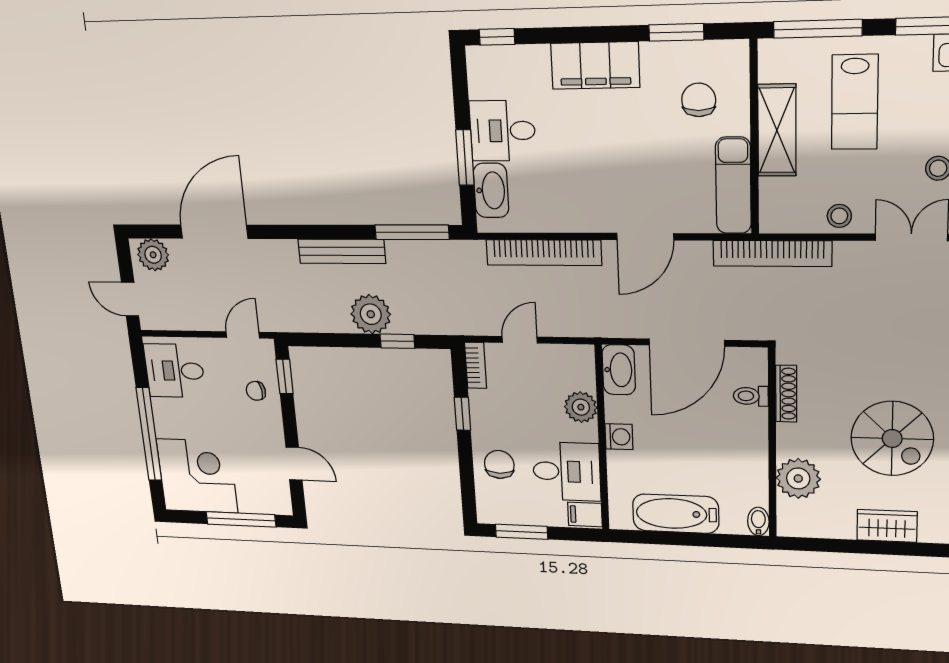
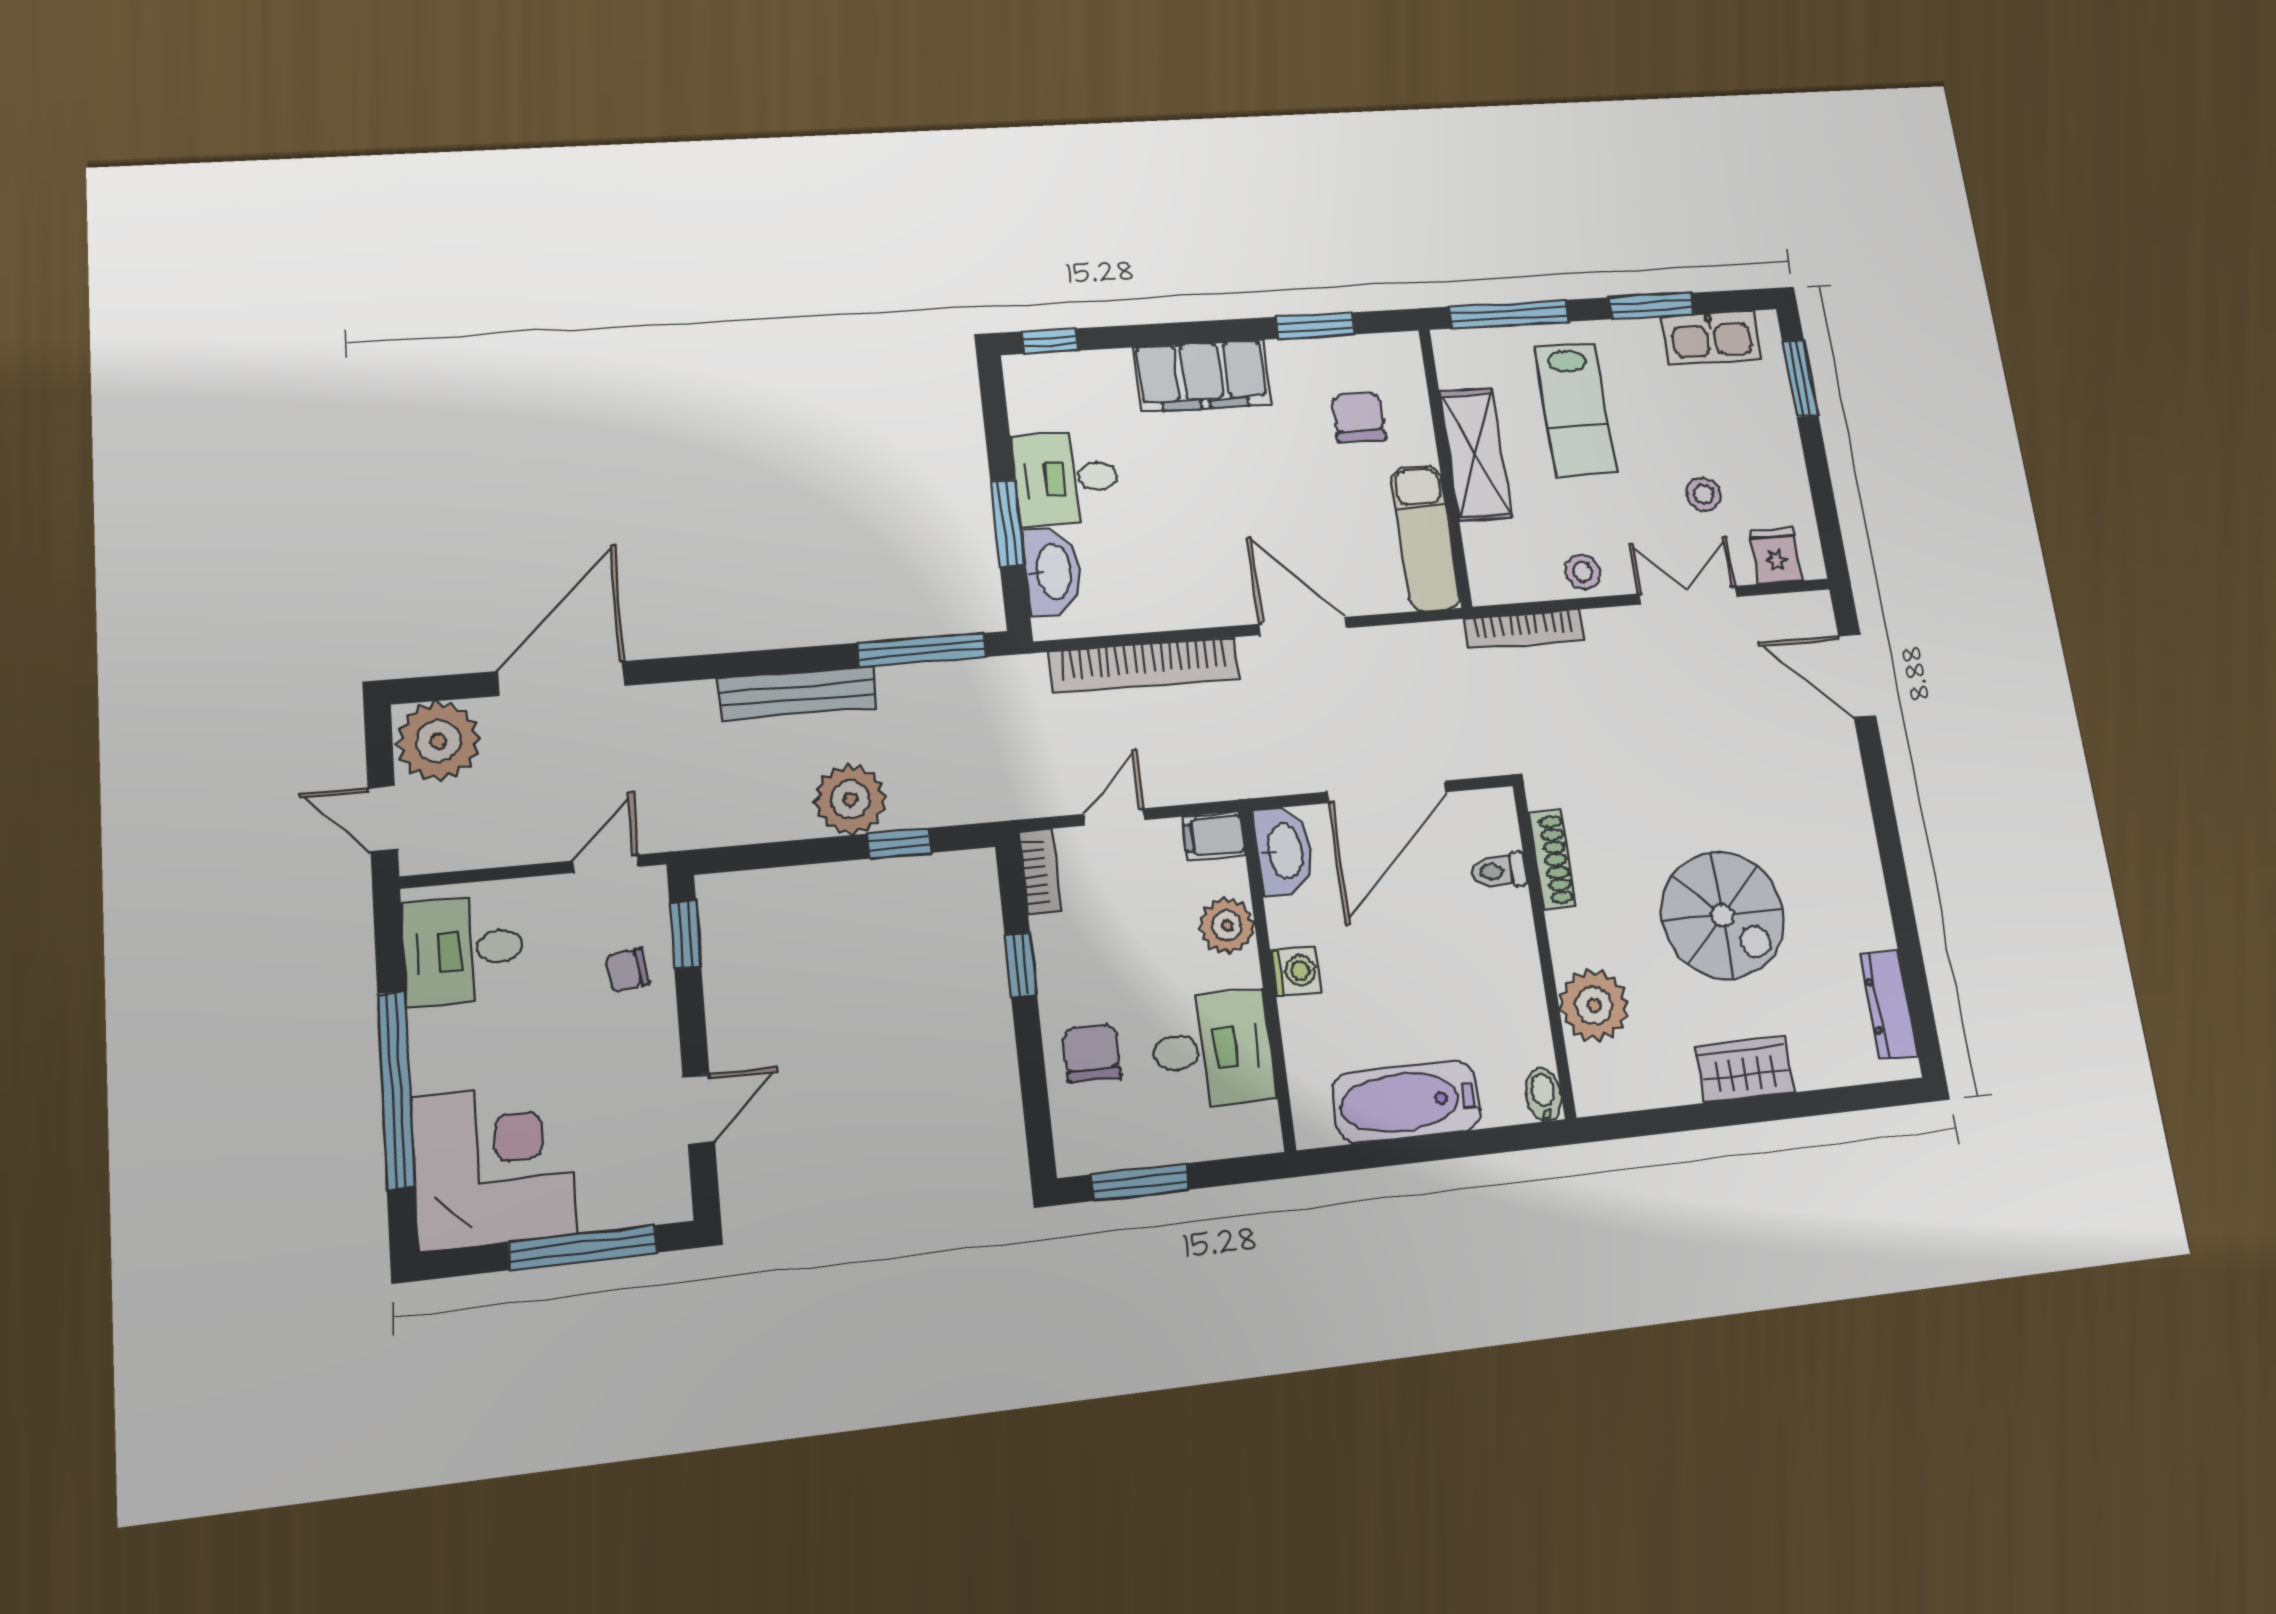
door: (645, 237) -> (1303, 626), swing flipped
bookcase: (772, 253) -> (1524, 629), width x0.68, depth x0.76
plant: (153, 255) -> (438, 741), width x1.36, depth x1.36
door: (294, 464) -> (699, 1109), hinge flipped
filing cabinet: (585, 514) -> (1214, 836), moved

